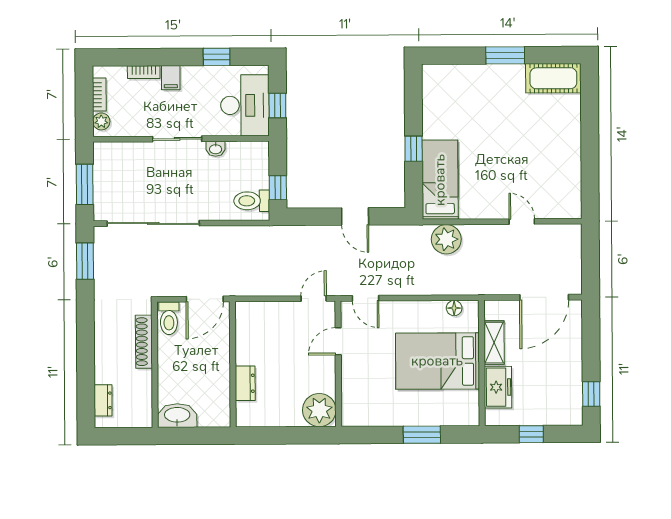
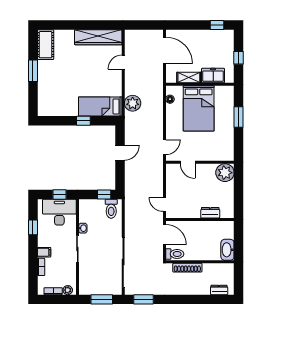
wardrobe: (568, 175) -> (98, 37), added
door: (314, 299) -> (164, 205), moved

